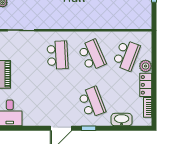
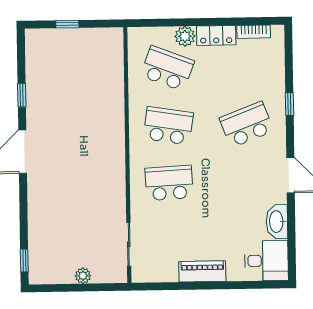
school desk: (92, 55) -> (168, 126), turned 33
washbasin: (122, 120) -> (277, 222), moved
window: (89, 128) -> (289, 104), moved

